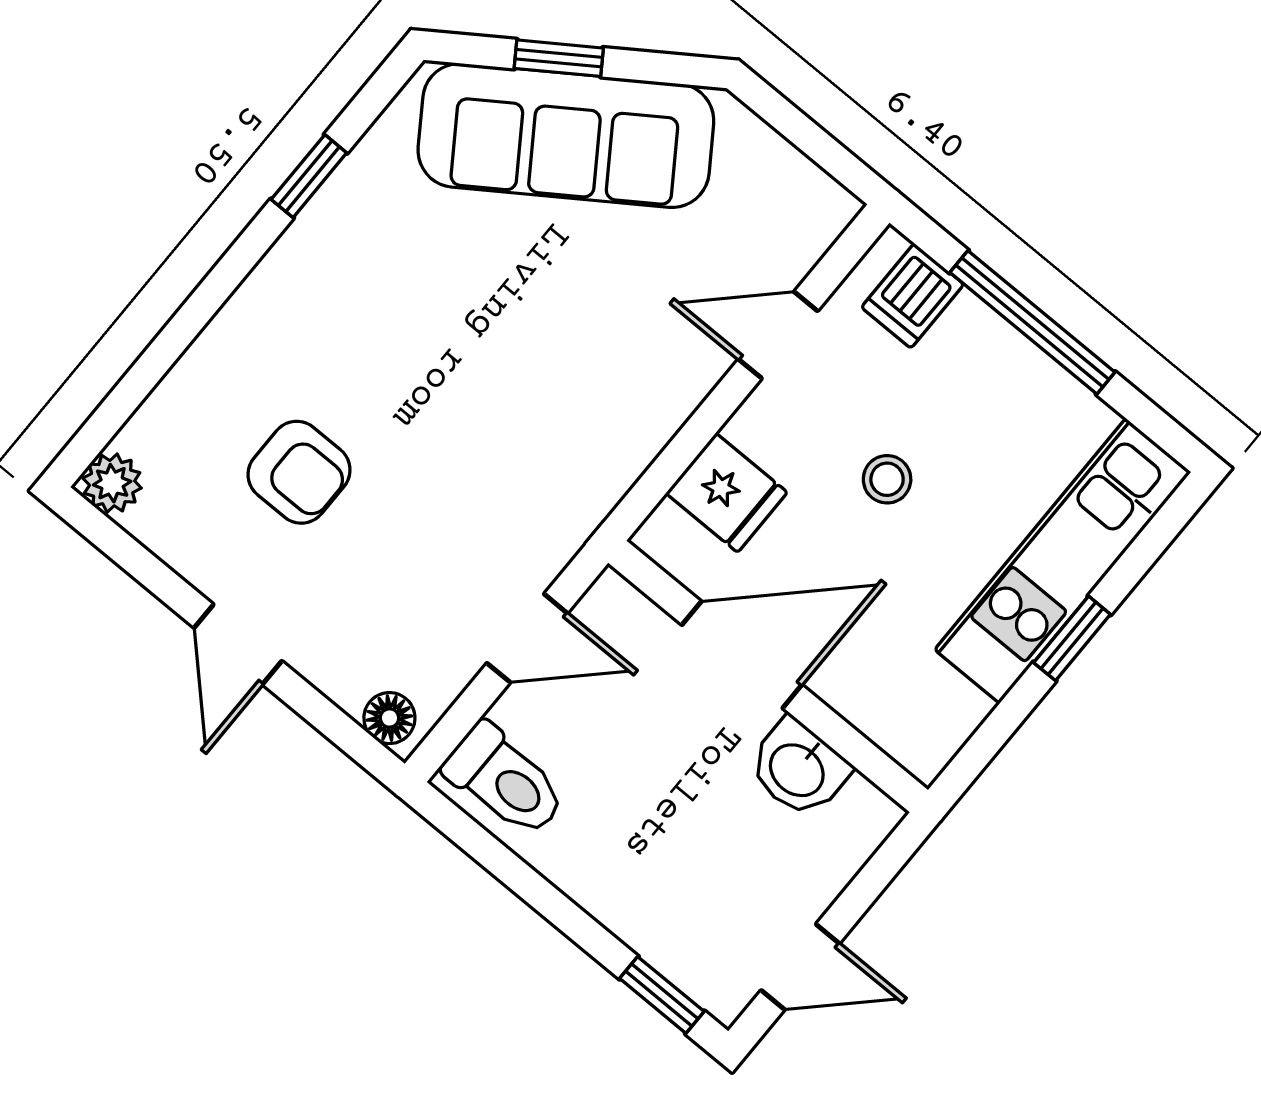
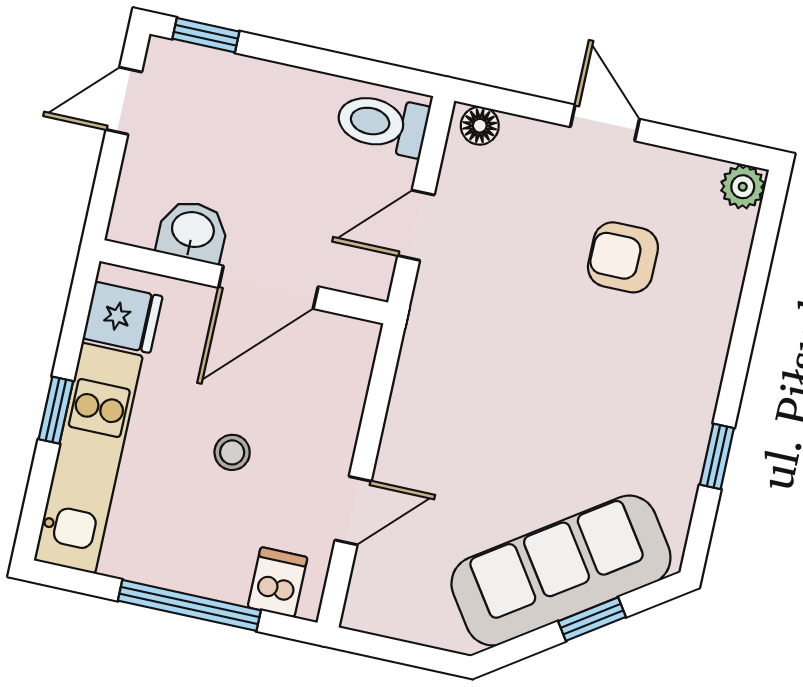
fridge: (727, 493) -> (123, 317), moved, turned 180

